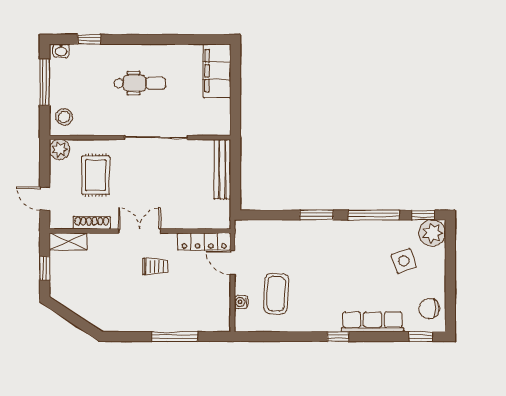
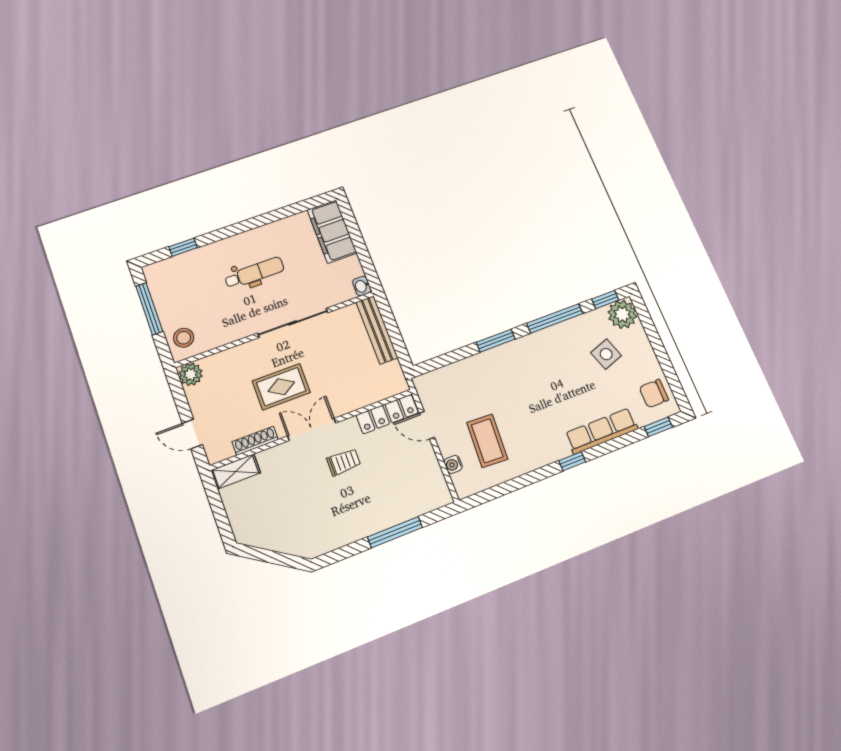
washbasin: (61, 51) -> (362, 286), moved, turned 90
rug: (96, 175) -> (281, 387), moved, turned 90
window: (45, 268) -> (219, 513), removed

